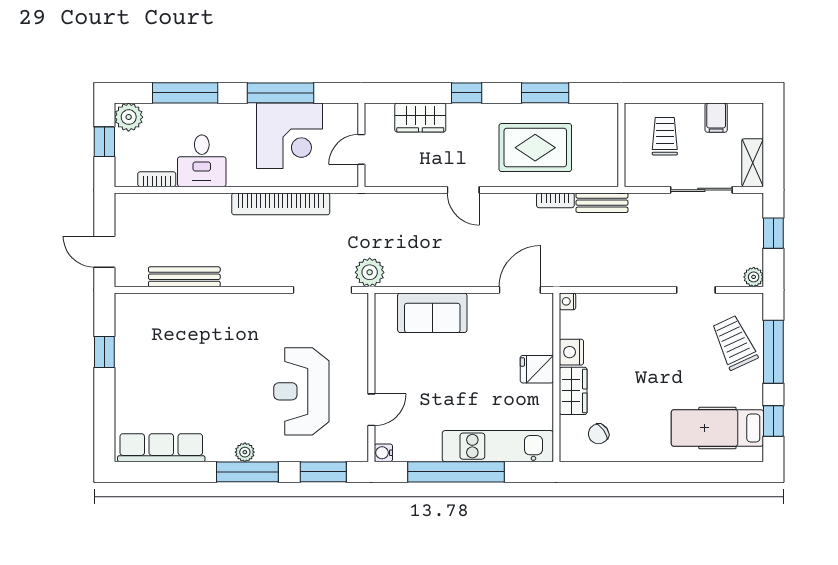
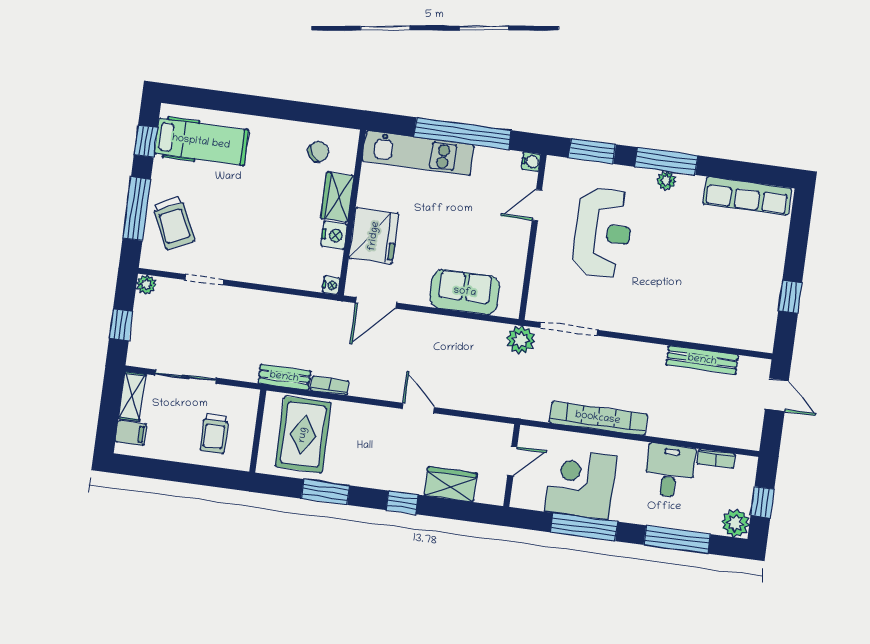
filing cabinet: (716, 118) -> (131, 433), moved, turned 90
rug: (535, 148) -> (303, 435), moved, turned 90
fridge: (537, 369) -> (374, 236), width x1.88, depth x1.34

